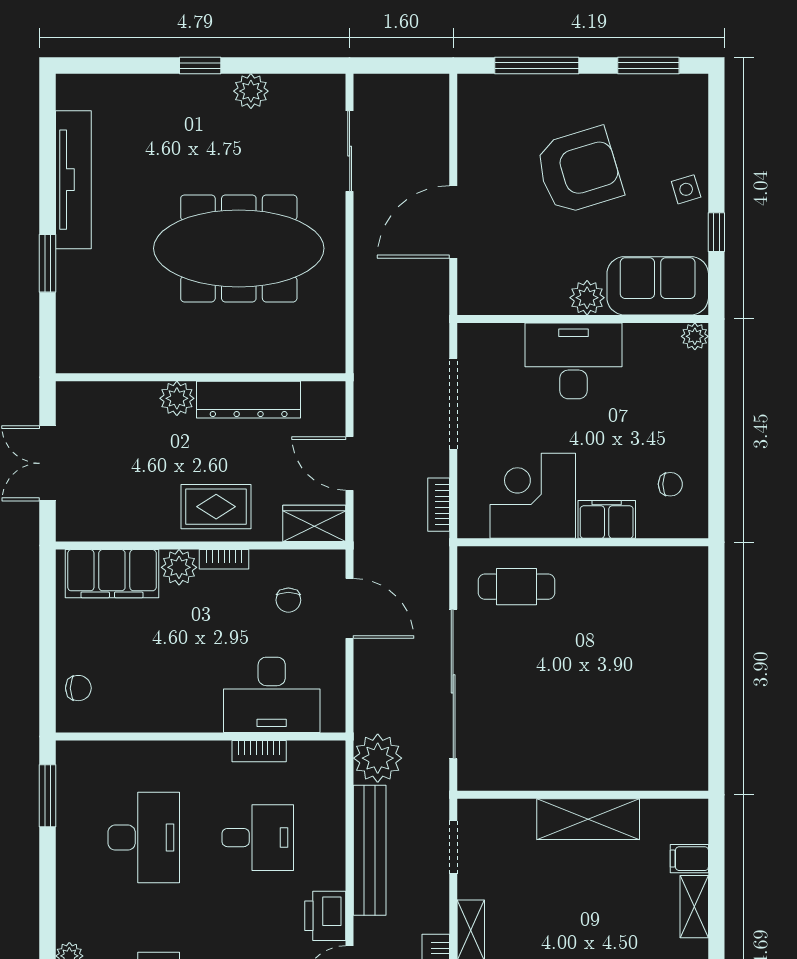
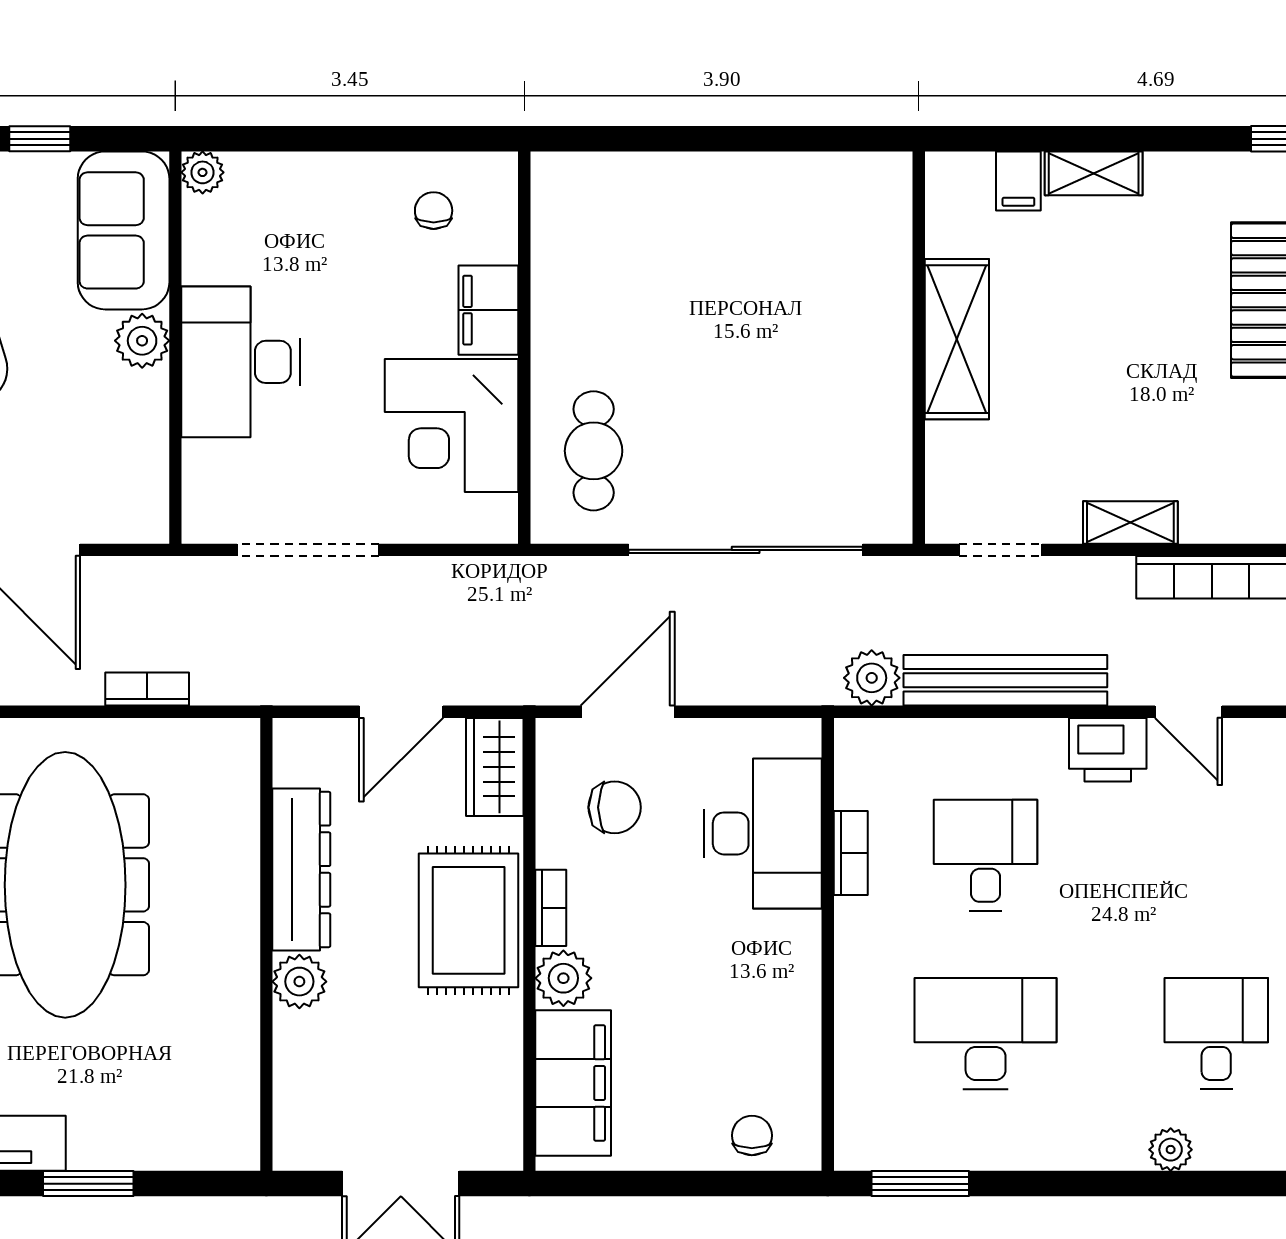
bookcase: (439, 505) -> (147, 689), moved, turned 180
rug: (216, 507) -> (469, 920), width x1.36, depth x1.43
chair: (288, 600) -> (615, 807), width x1.37, depth x1.37
plant: (378, 758) -> (872, 678), width x0.73, depth x0.73

